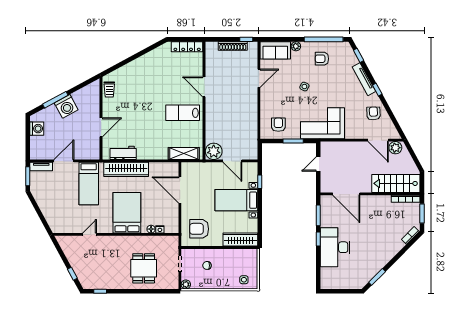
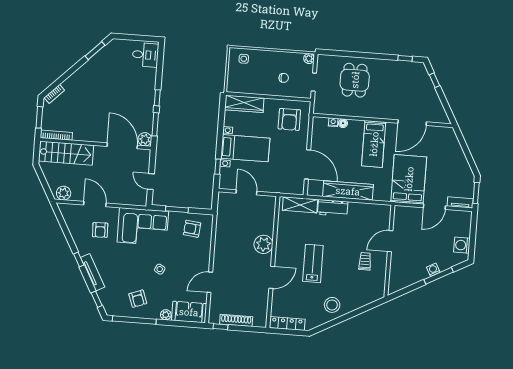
armchair: (322, 59) -> (138, 299), turned 70
stool: (148, 66) -> (332, 305), added
door: (204, 87) -> (272, 277), hinge flipped
trolley: (109, 89) -> (365, 261), moved
washing machine: (66, 106) -> (433, 270), width x0.53, depth x0.53
lab bench: (183, 113) -> (313, 263), moved, turned -90
armchair: (373, 113) -> (100, 230), moved
armchair: (278, 125) -> (192, 229), turned 96
door: (378, 140) -> (95, 204), moved
plant: (214, 151) -> (263, 244), moved
workbench: (123, 153) -> (333, 208), moved
door: (318, 164) -> (151, 182), swing flipped
wardrobe: (126, 169) -> (348, 191), moved
bed: (89, 184) -> (409, 179), width x1.50
plant: (327, 201) -> (145, 139), added
bed: (127, 213) -> (374, 144), width x0.67
armchair: (199, 229) -> (289, 119), turned 90
door: (90, 234) -> (412, 123), width x1.88
desk: (335, 247) -> (145, 55), moved, width x0.53, depth x0.77

